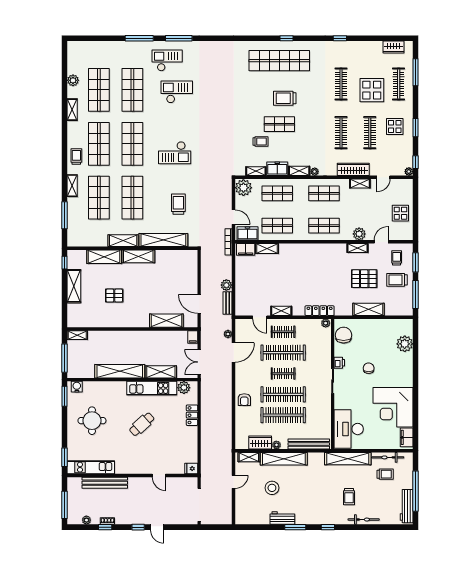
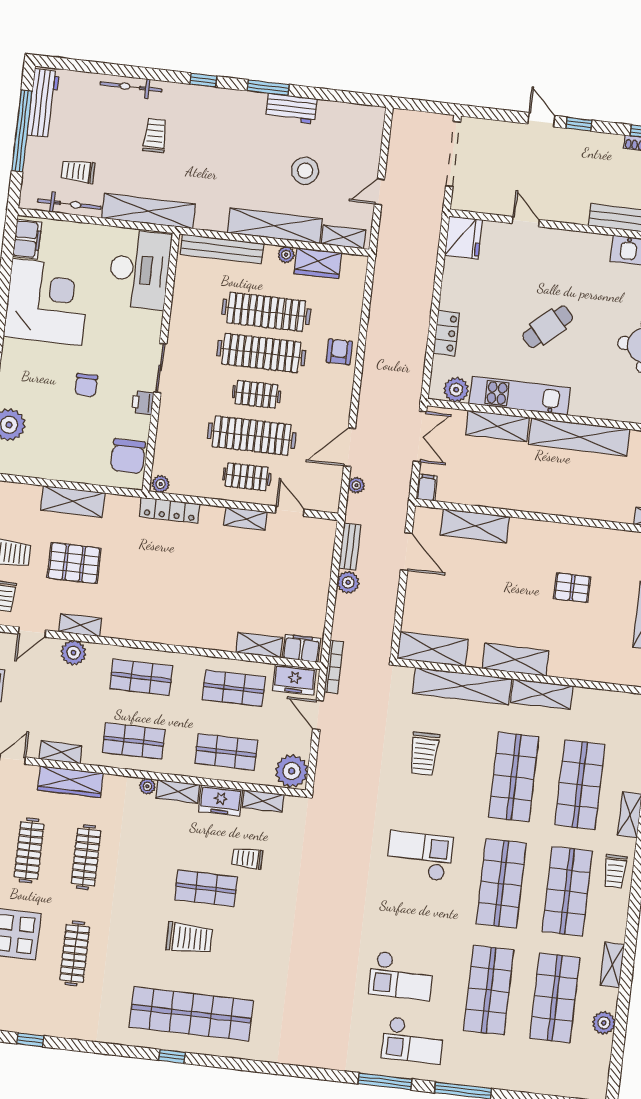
window: (340, 38) -> (30, 1040), moved
shelving: (104, 257) -> (433, 649), moved
fridge: (191, 469) -> (463, 237), width x1.88, depth x1.34

